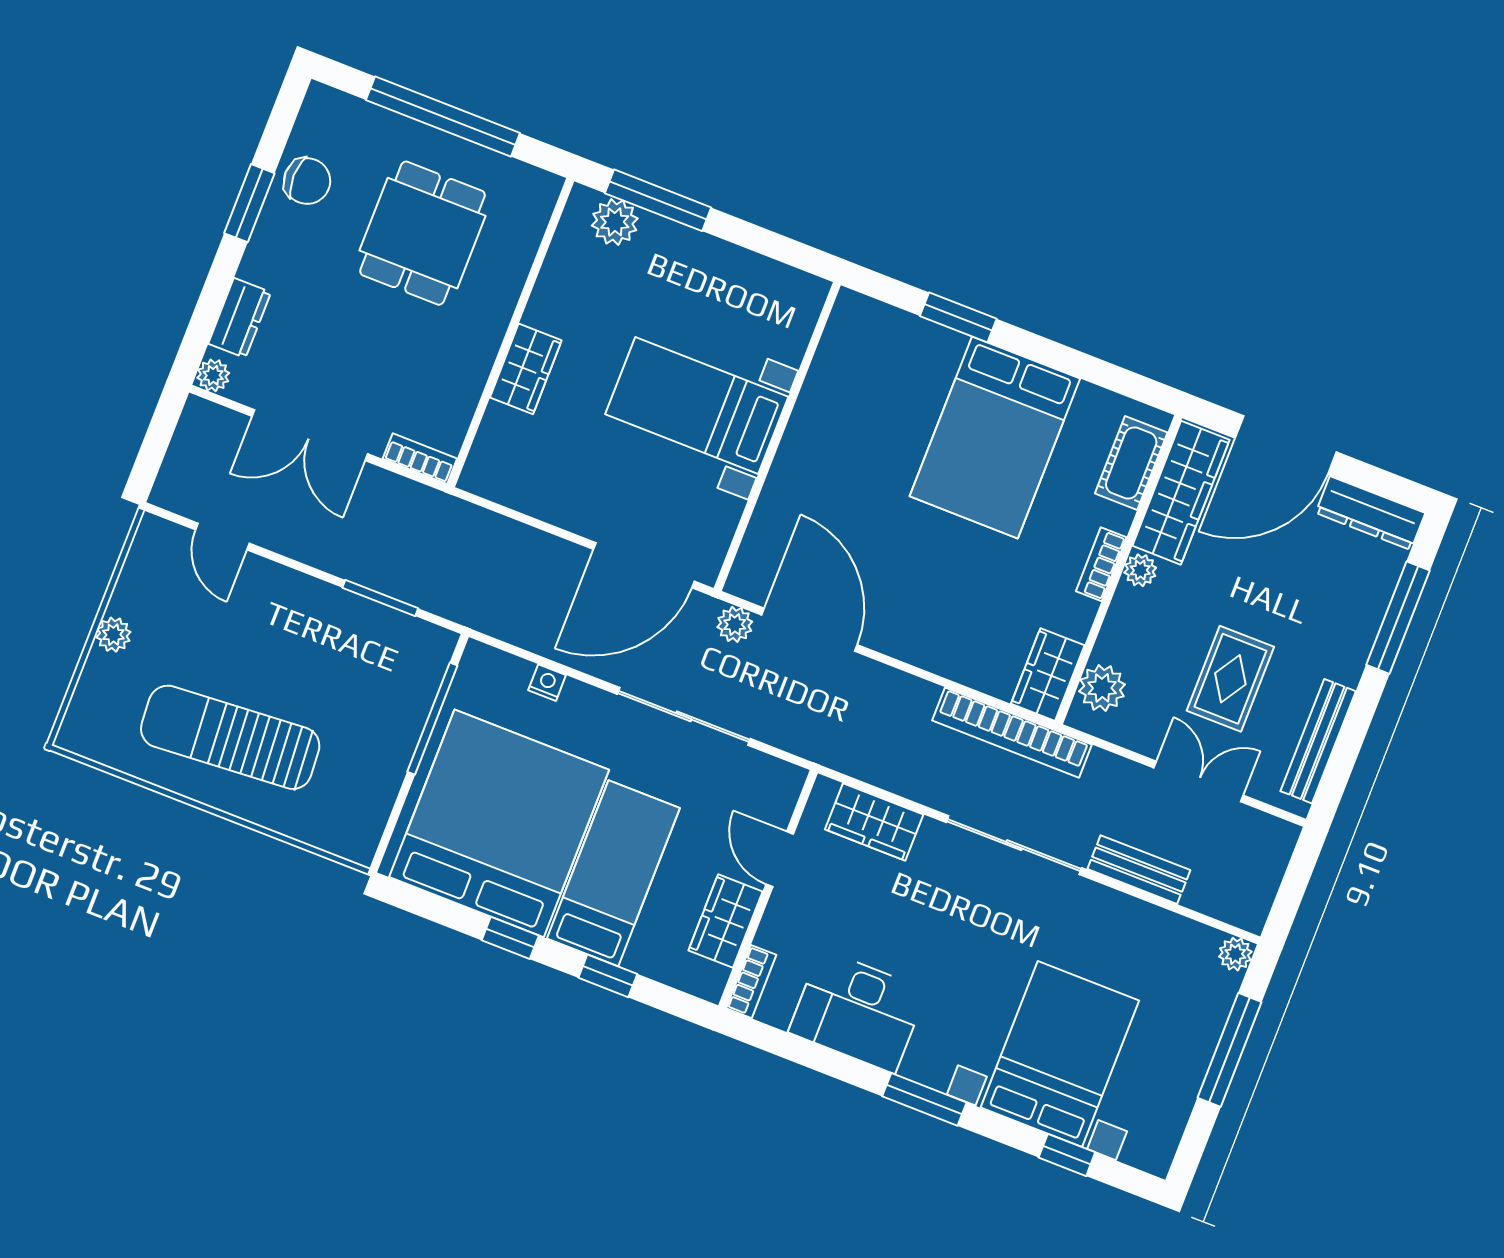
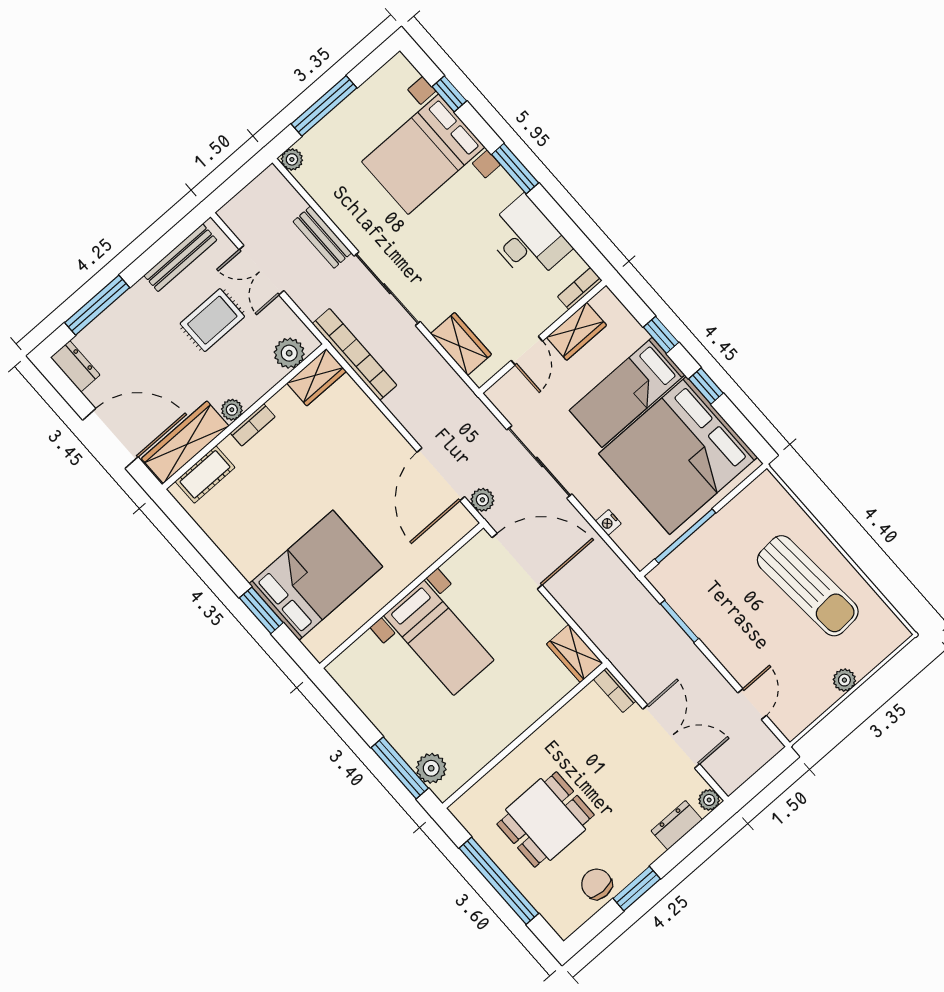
wardrobe: (526, 369) -> (575, 653), moved, turned -90
bed: (995, 437) -> (316, 575), moved
dresser: (1370, 513) -> (75, 366), width x0.70

